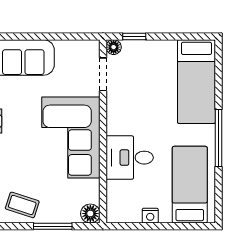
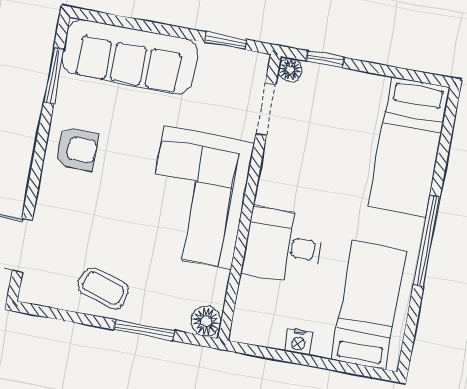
window: (70, 36) -> (225, 41), added

